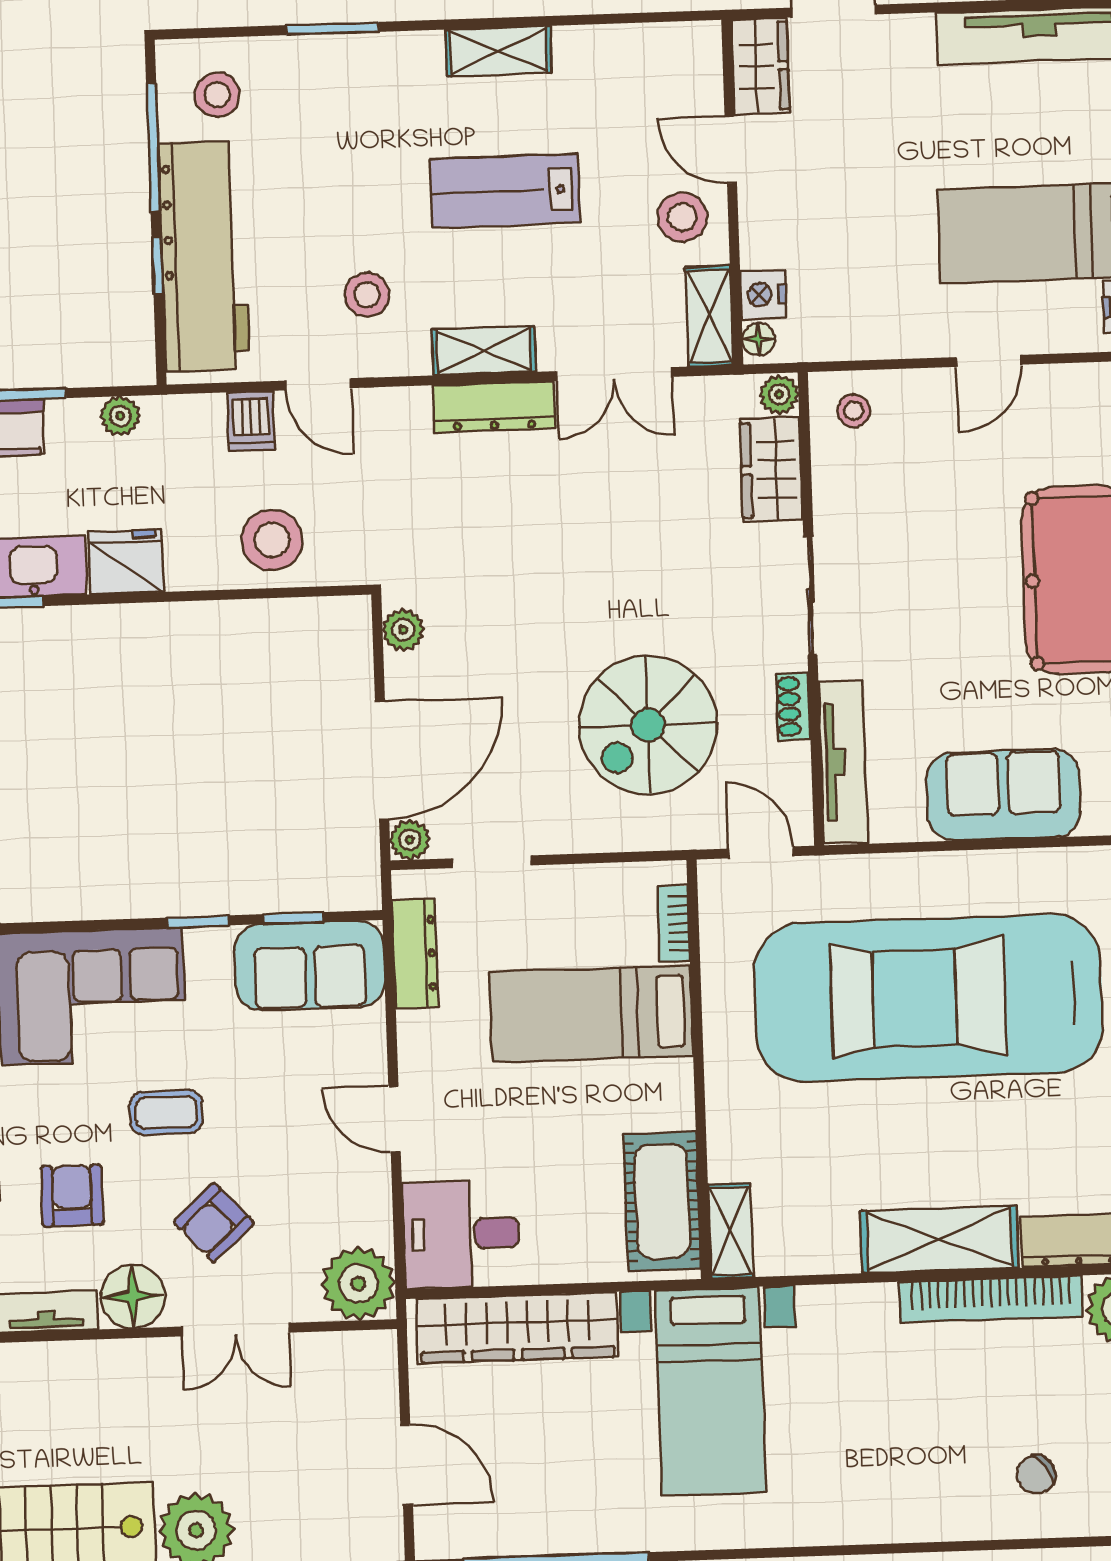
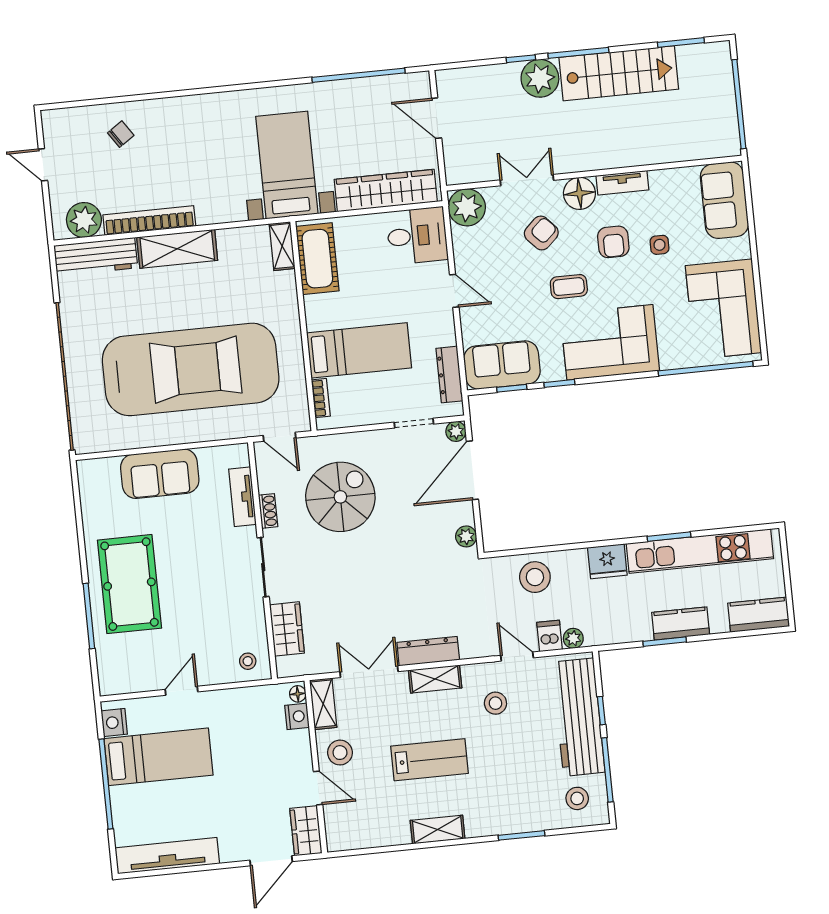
plant: (779, 395) -> (286, 667), removed
plant: (120, 416) -> (573, 638), moved
tv unit: (843, 762) -> (242, 497), width x0.71

